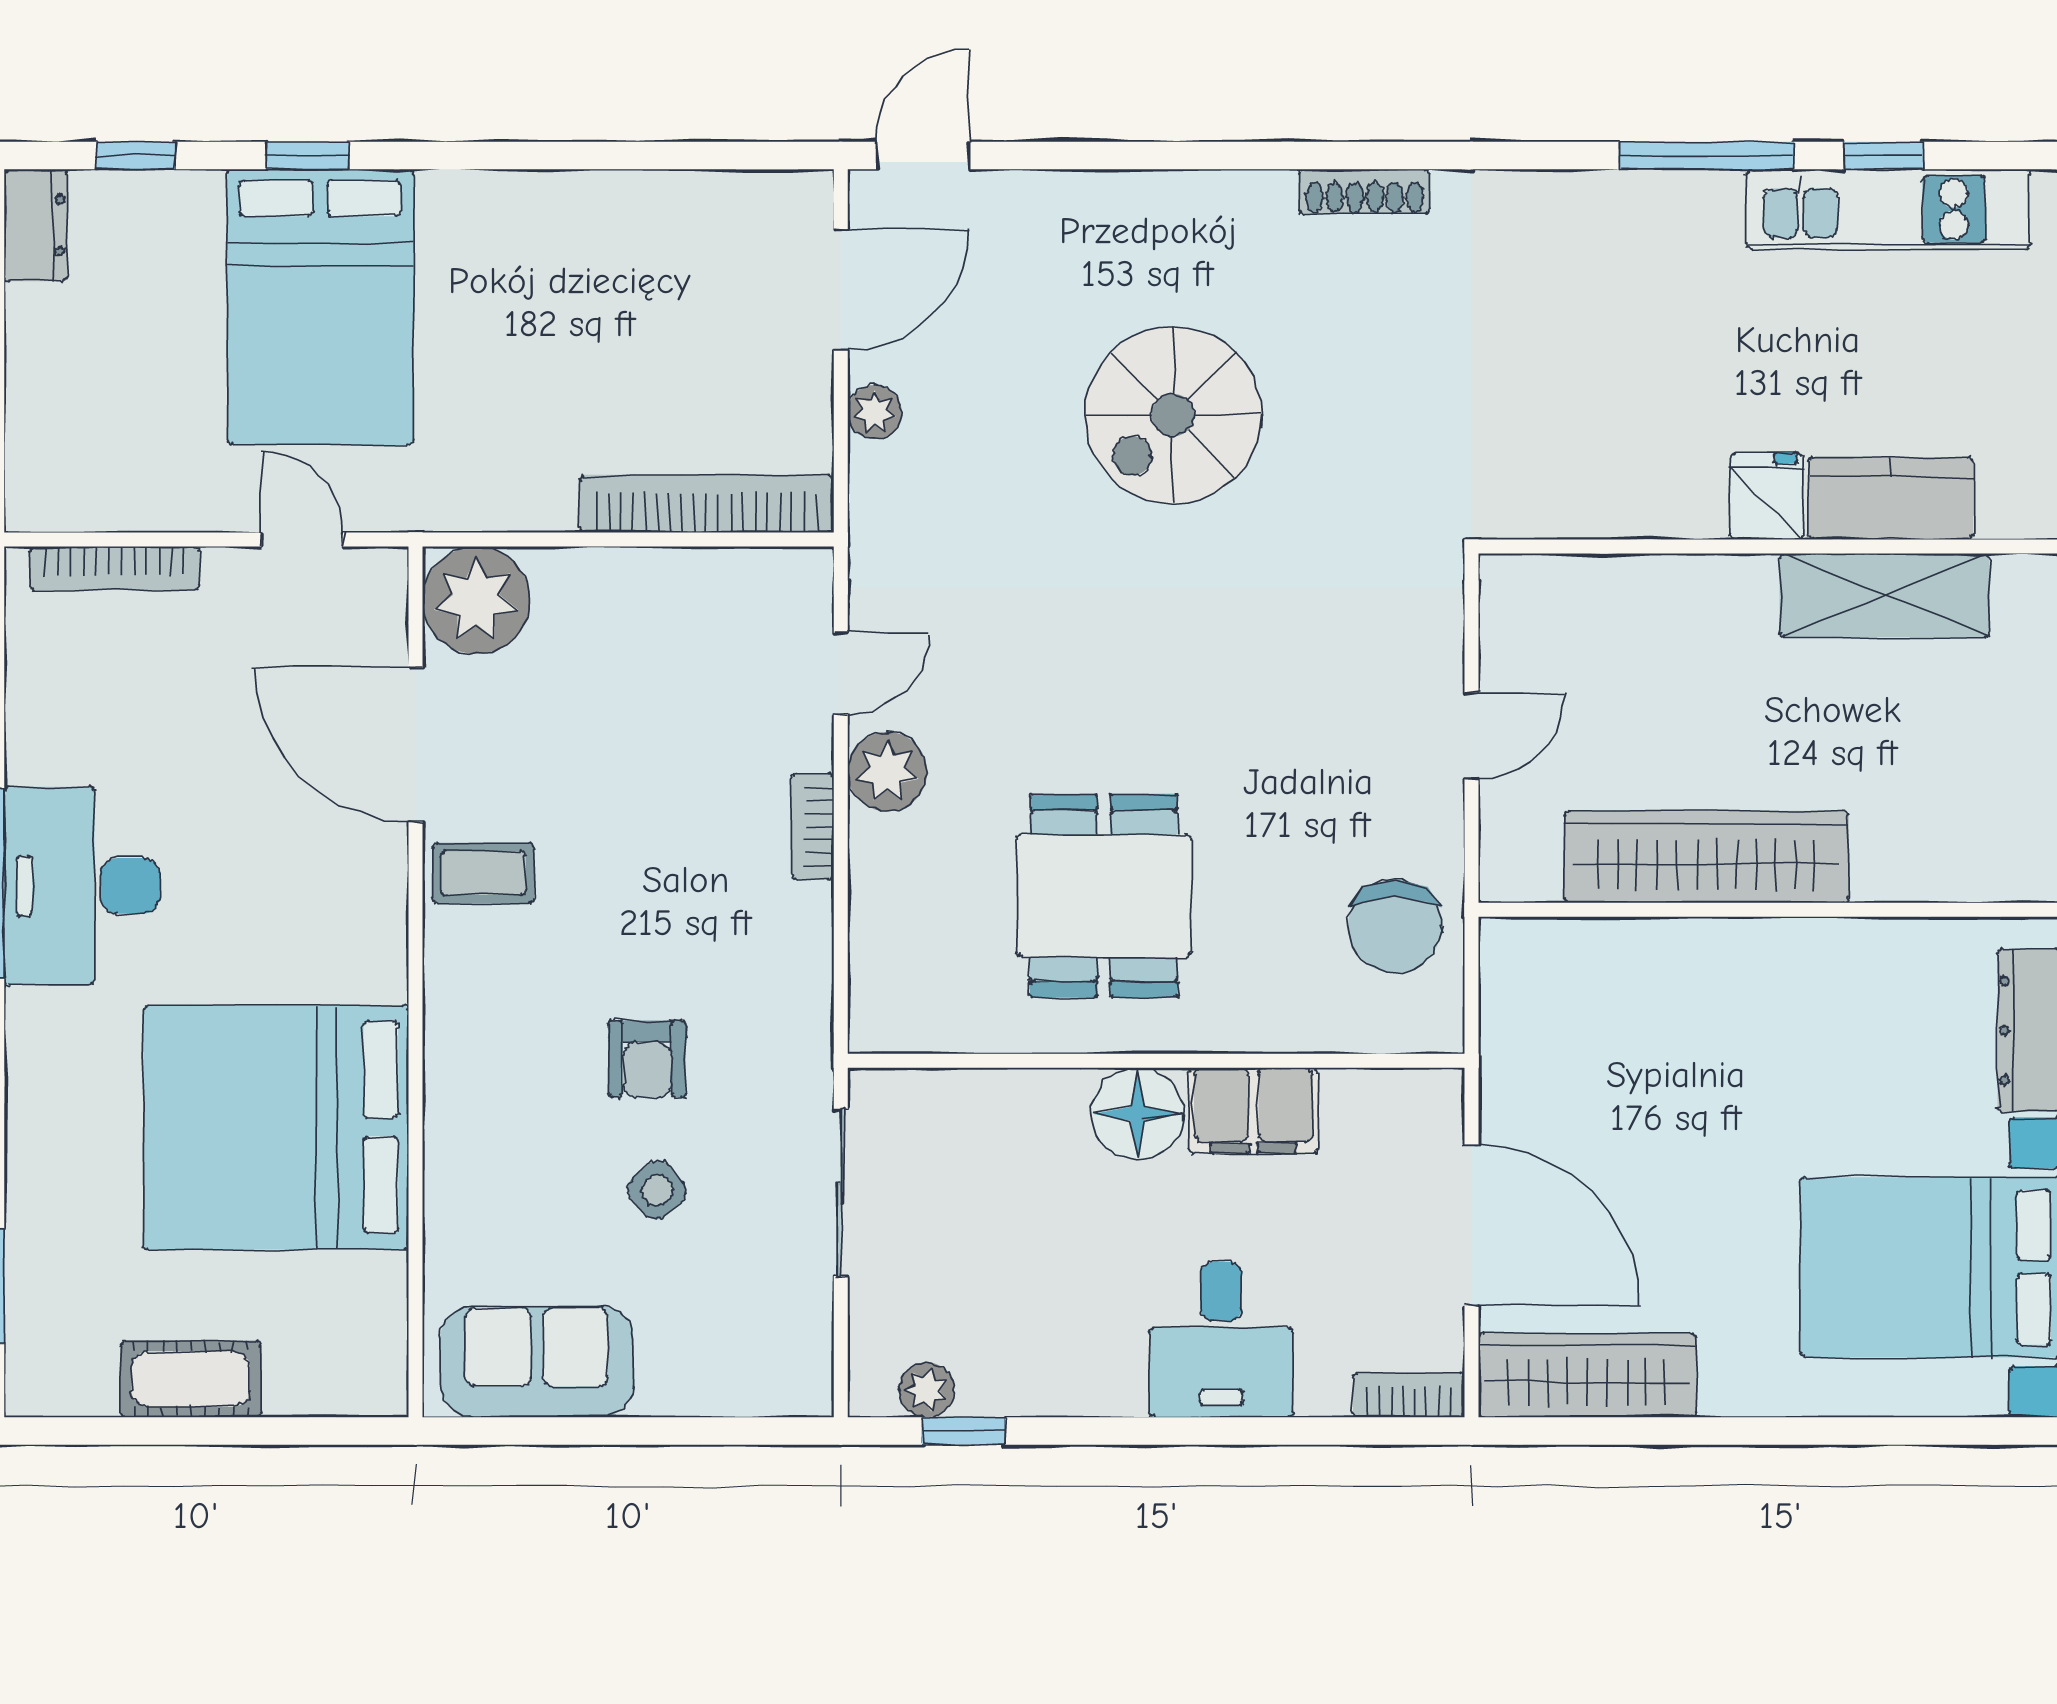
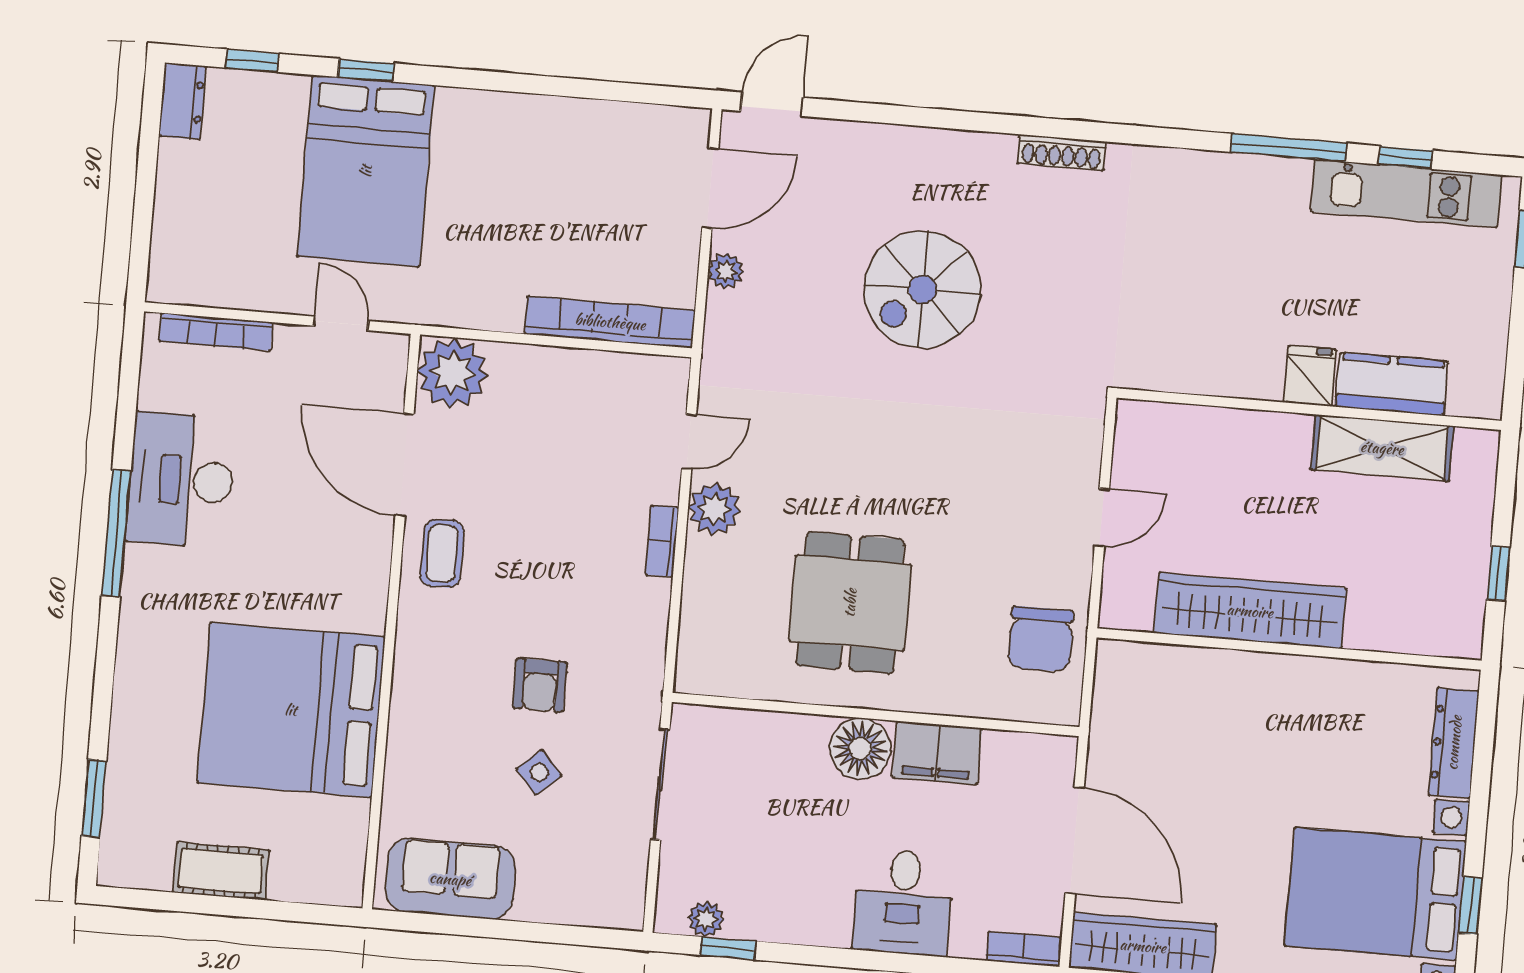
coffee table: (483, 873) -> (442, 553), turned 90
desk: (82, 886) -> (181, 480), moved

